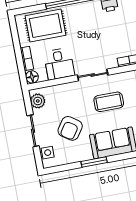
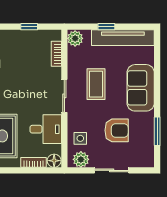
armchair: (70, 128) -> (117, 130), turned -34
side table: (48, 153) -> (80, 138), moved
window: (94, 162) -> (157, 131), moved

